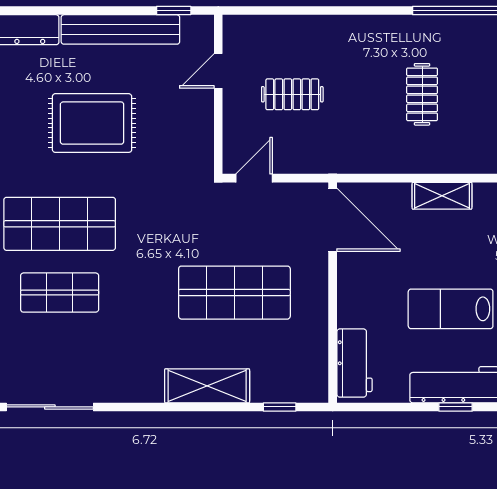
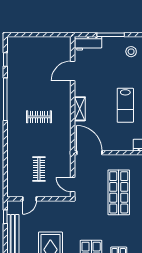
door: (218, 71) -> (29, 199), hinge flipped
door: (333, 220) -> (89, 153), hinge flipped

